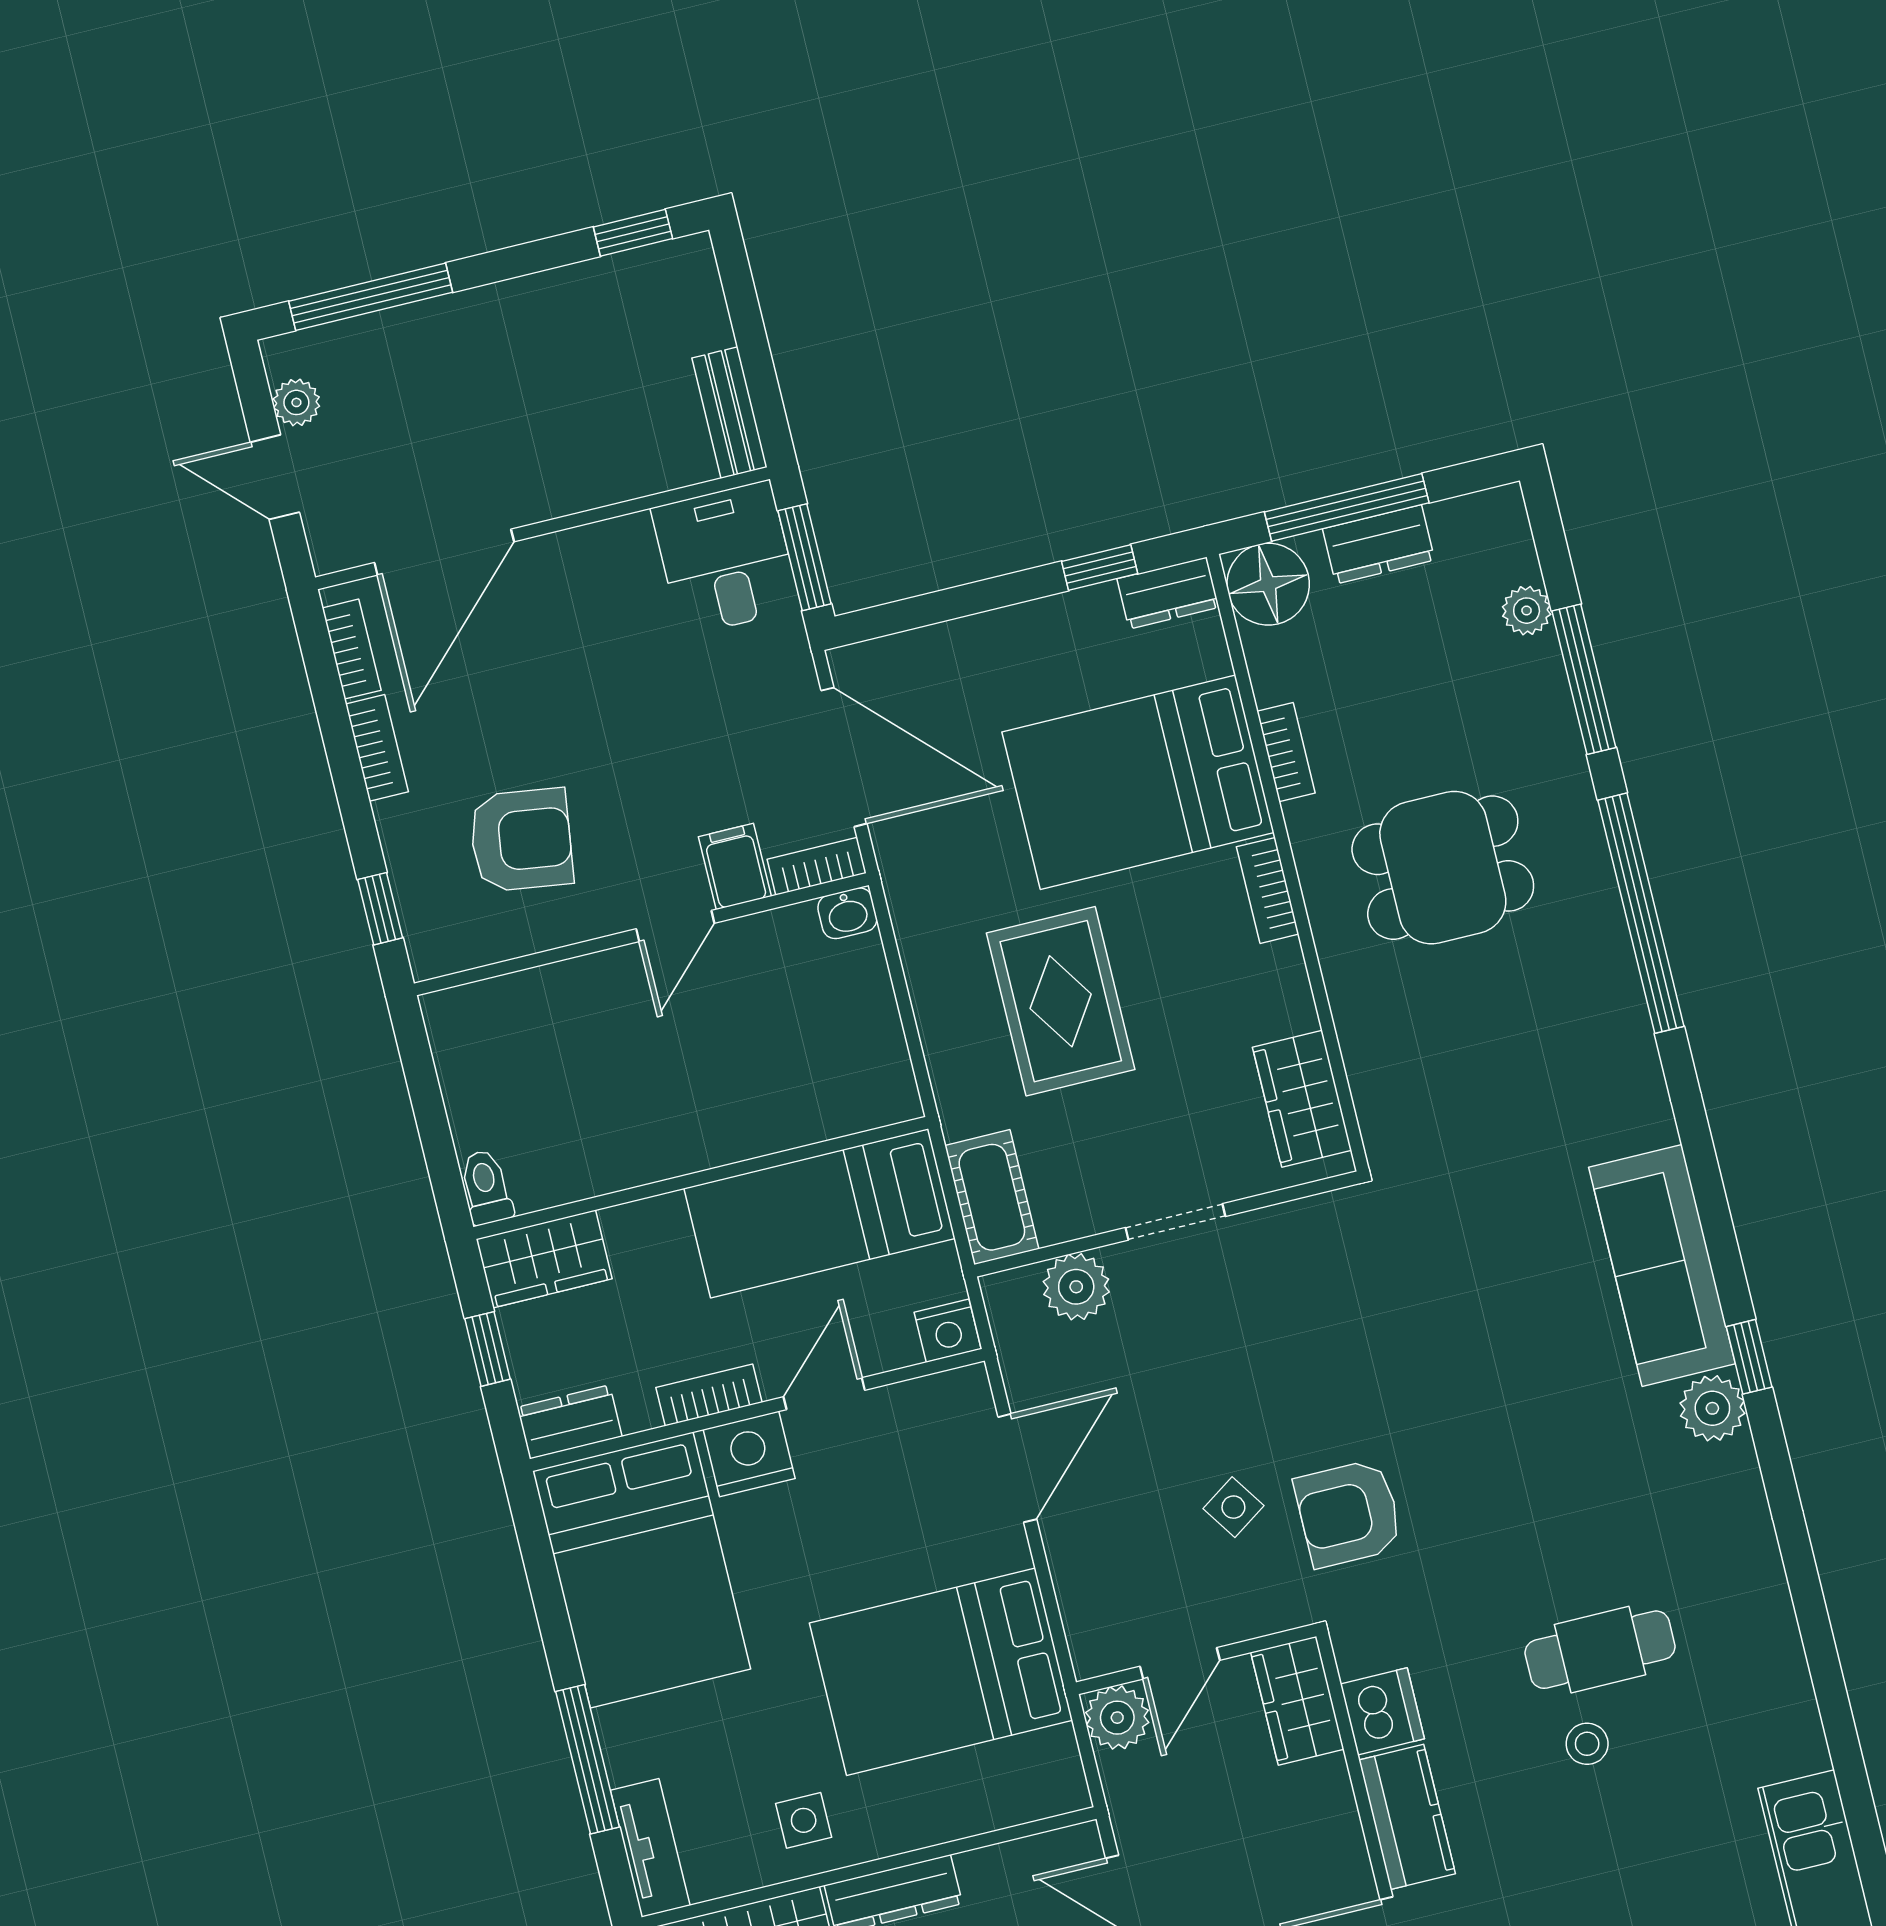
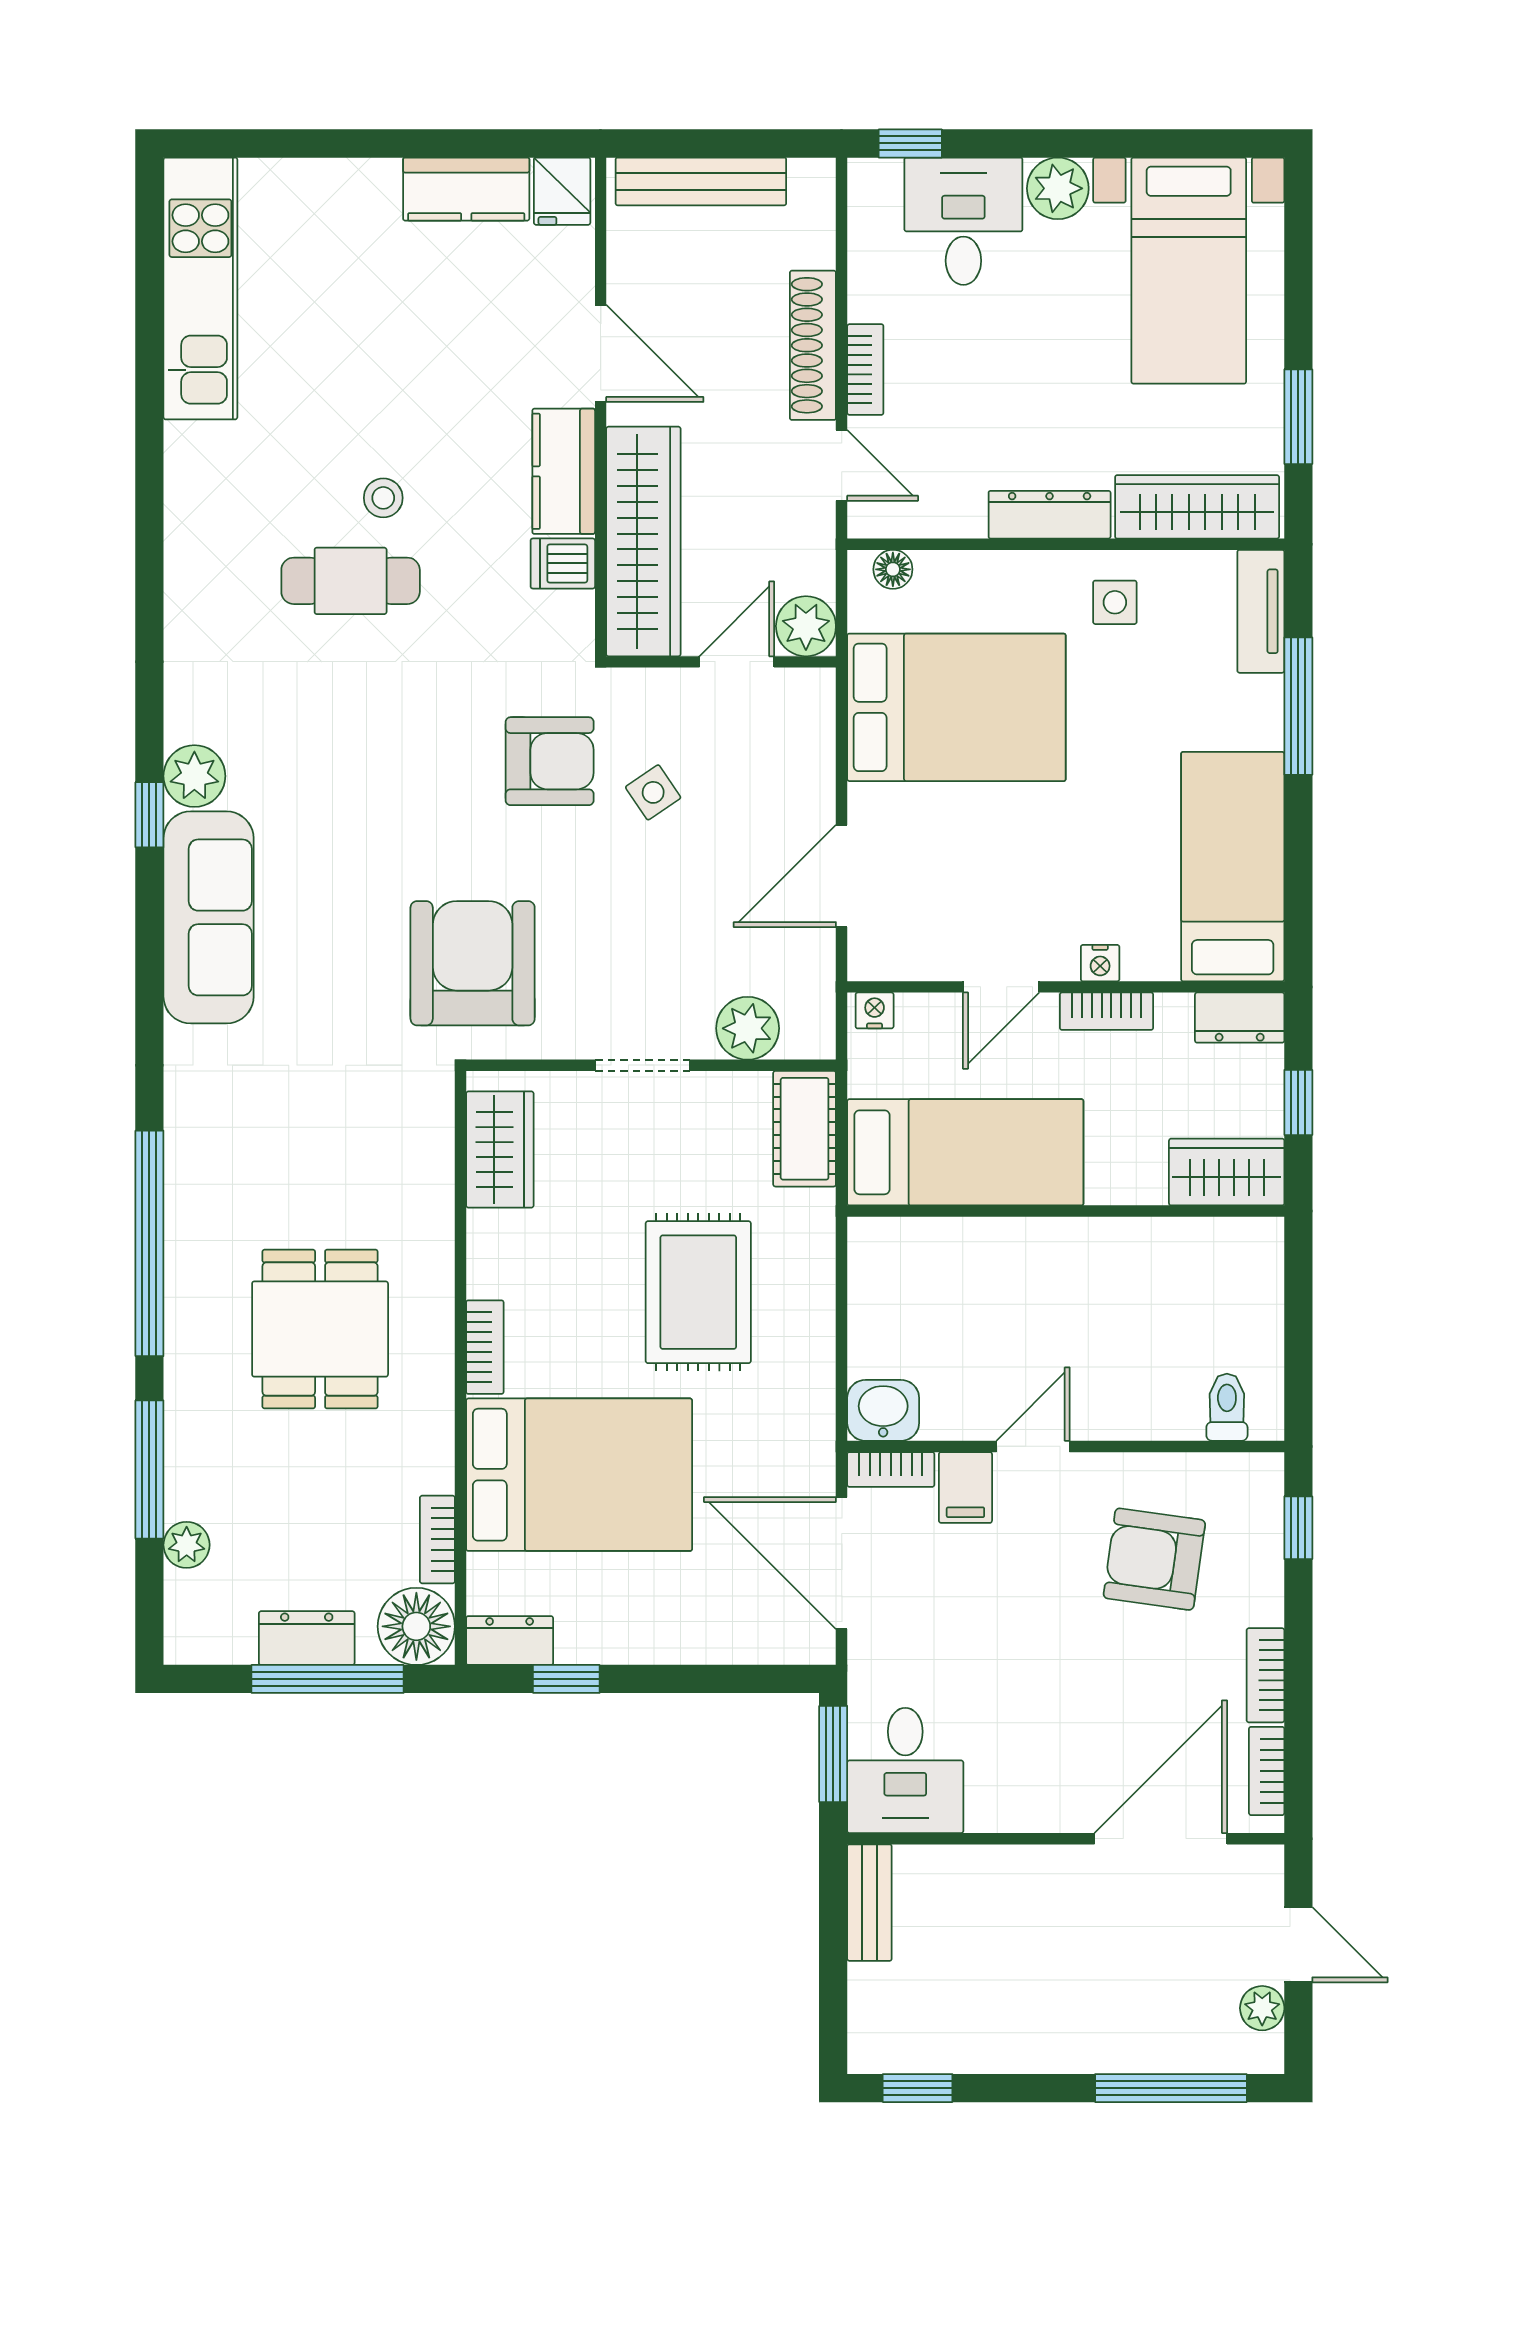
bookcase: (1286, 752) -> (437, 1539), moved
dining table: (1443, 868) -> (320, 1329), turned 90
washbasin: (847, 913) -> (883, 1410), width x1.38, depth x1.45
toilet: (486, 1187) -> (1227, 1407), moved, turned 180
armchair: (1377, 1285) -> (473, 963), added
nightstand: (948, 1331) -> (875, 1010), width x0.72, depth x0.74
nightstand: (749, 1454) -> (1100, 963), width x0.53, depth x0.56
bed: (642, 1570) -> (1233, 867), width x0.67
wardrobe: (1297, 1701) -> (643, 541), width x2.10, depth x1.17
dishwasher: (1382, 1711) -> (563, 563), width x0.73
floor lamp: (1042, 1798) -> (893, 569), added

